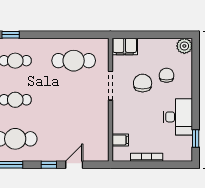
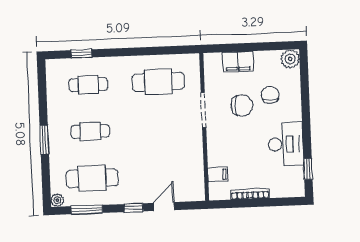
filing cabinet: (125, 46) -> (238, 62), moved
chair: (143, 83) -> (242, 105), turned 90

